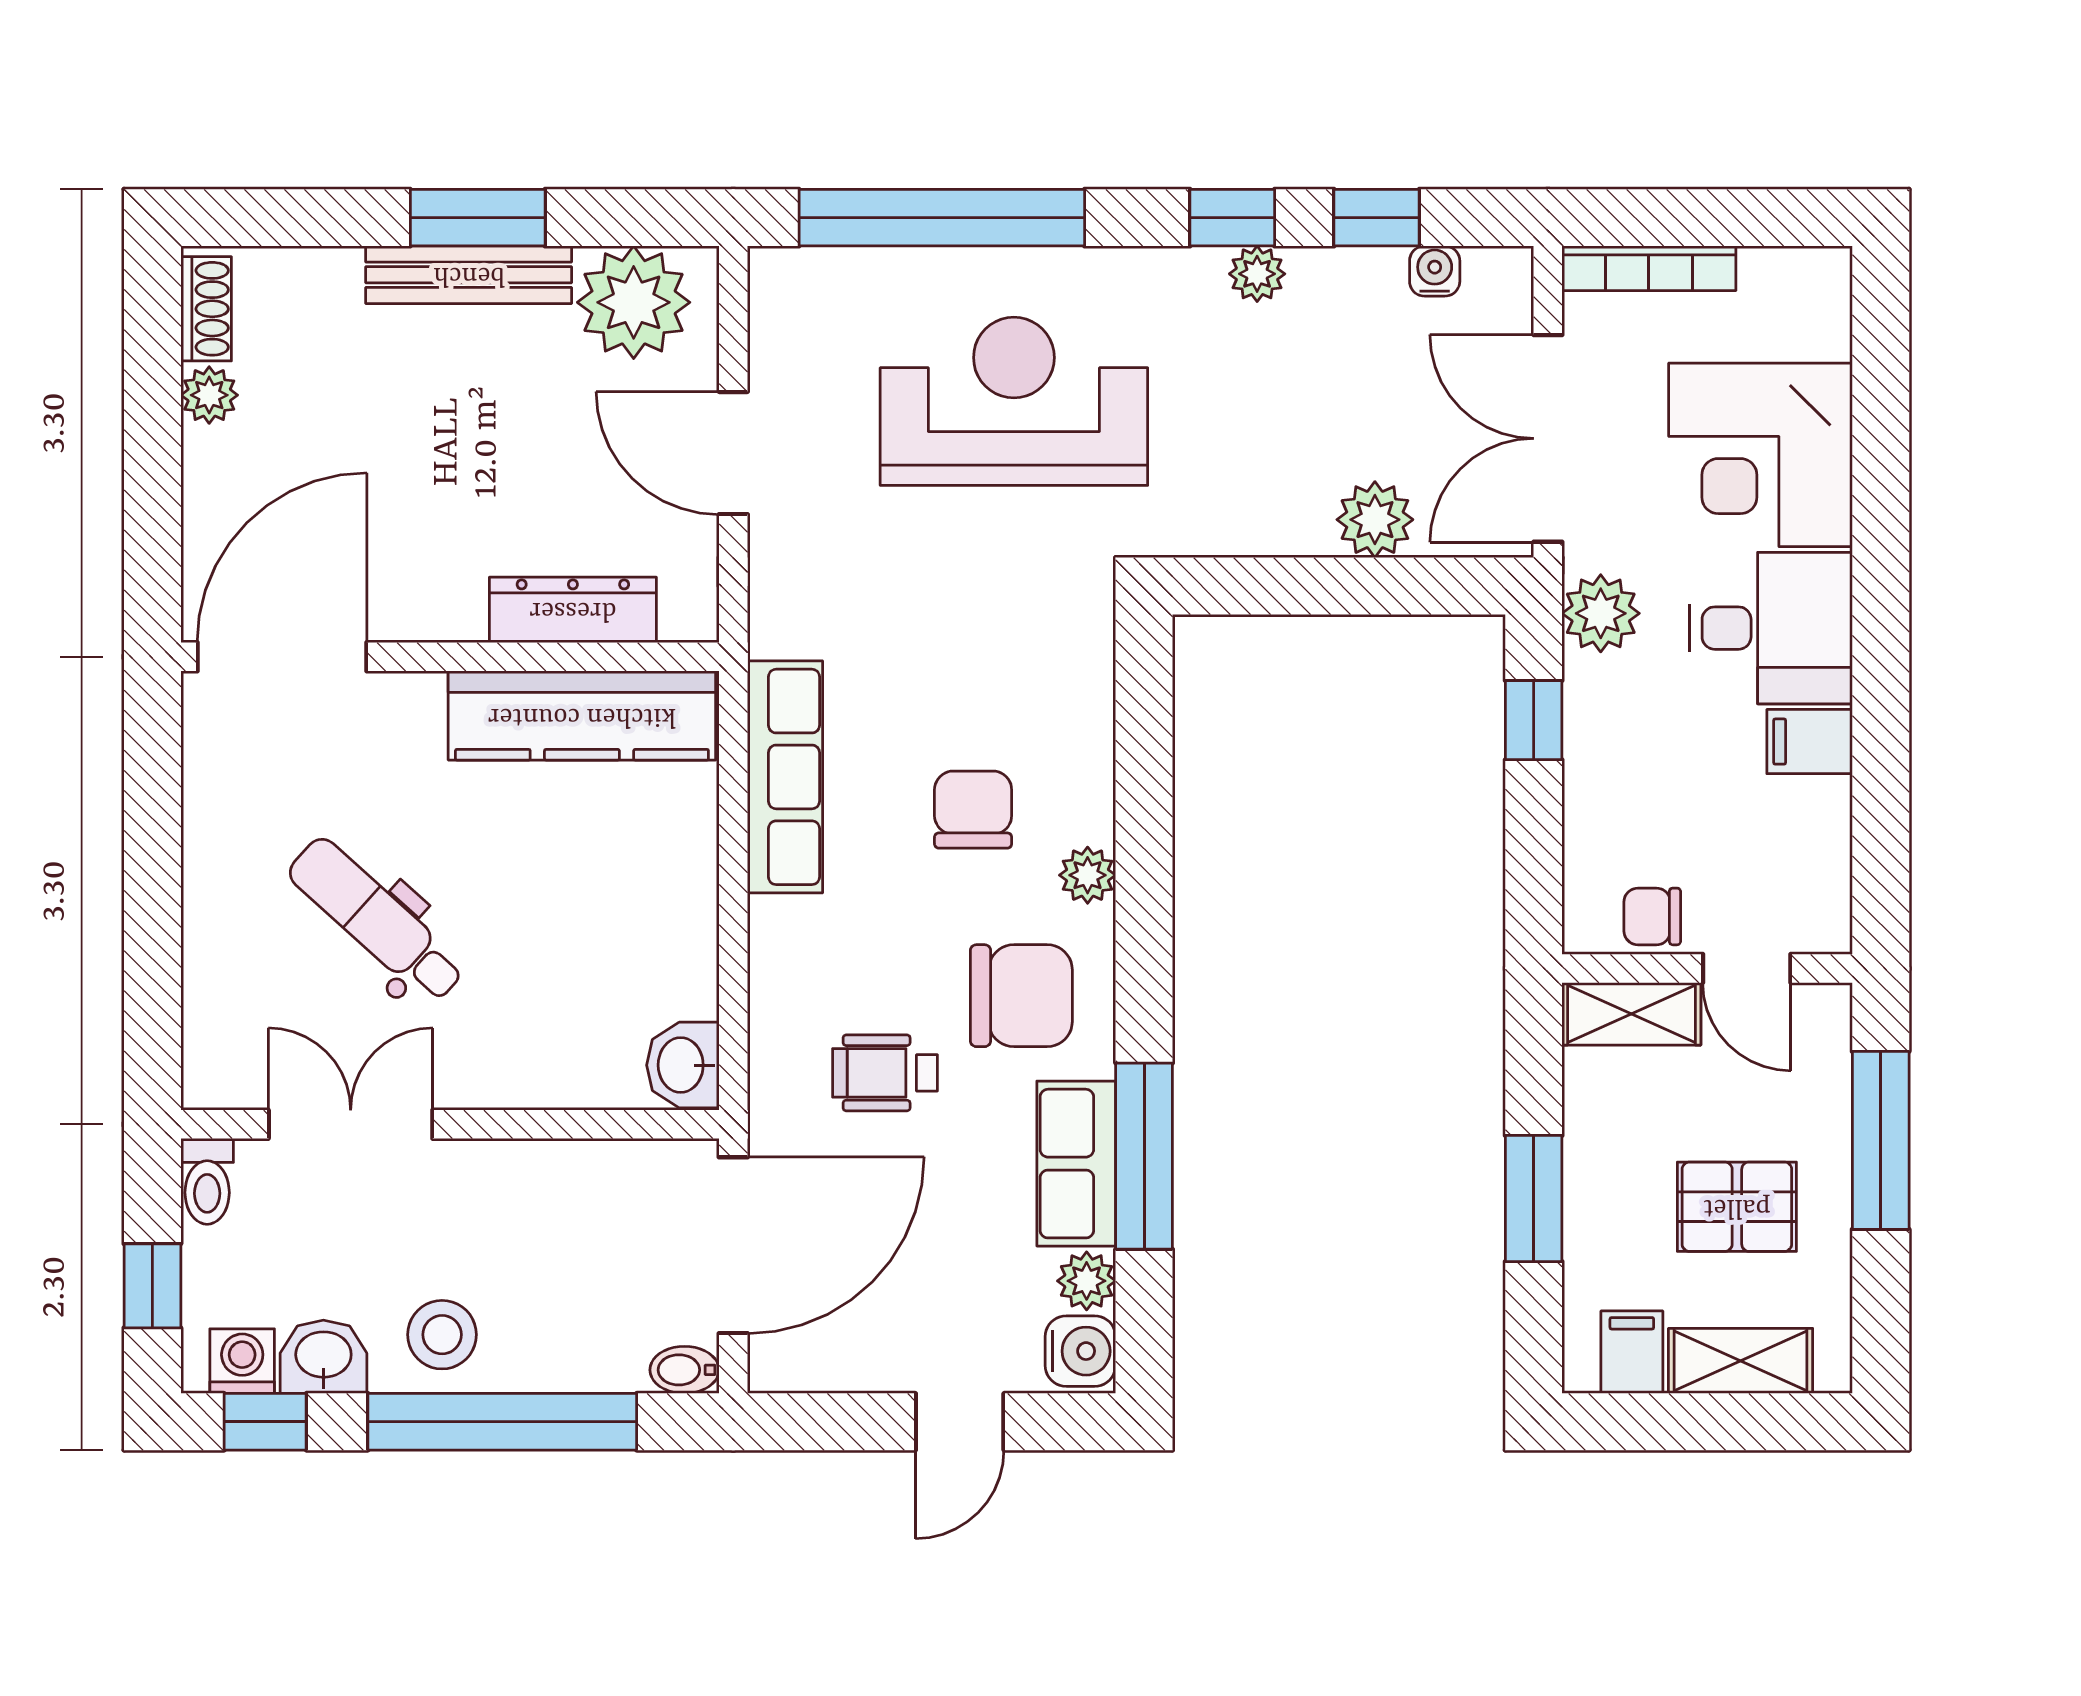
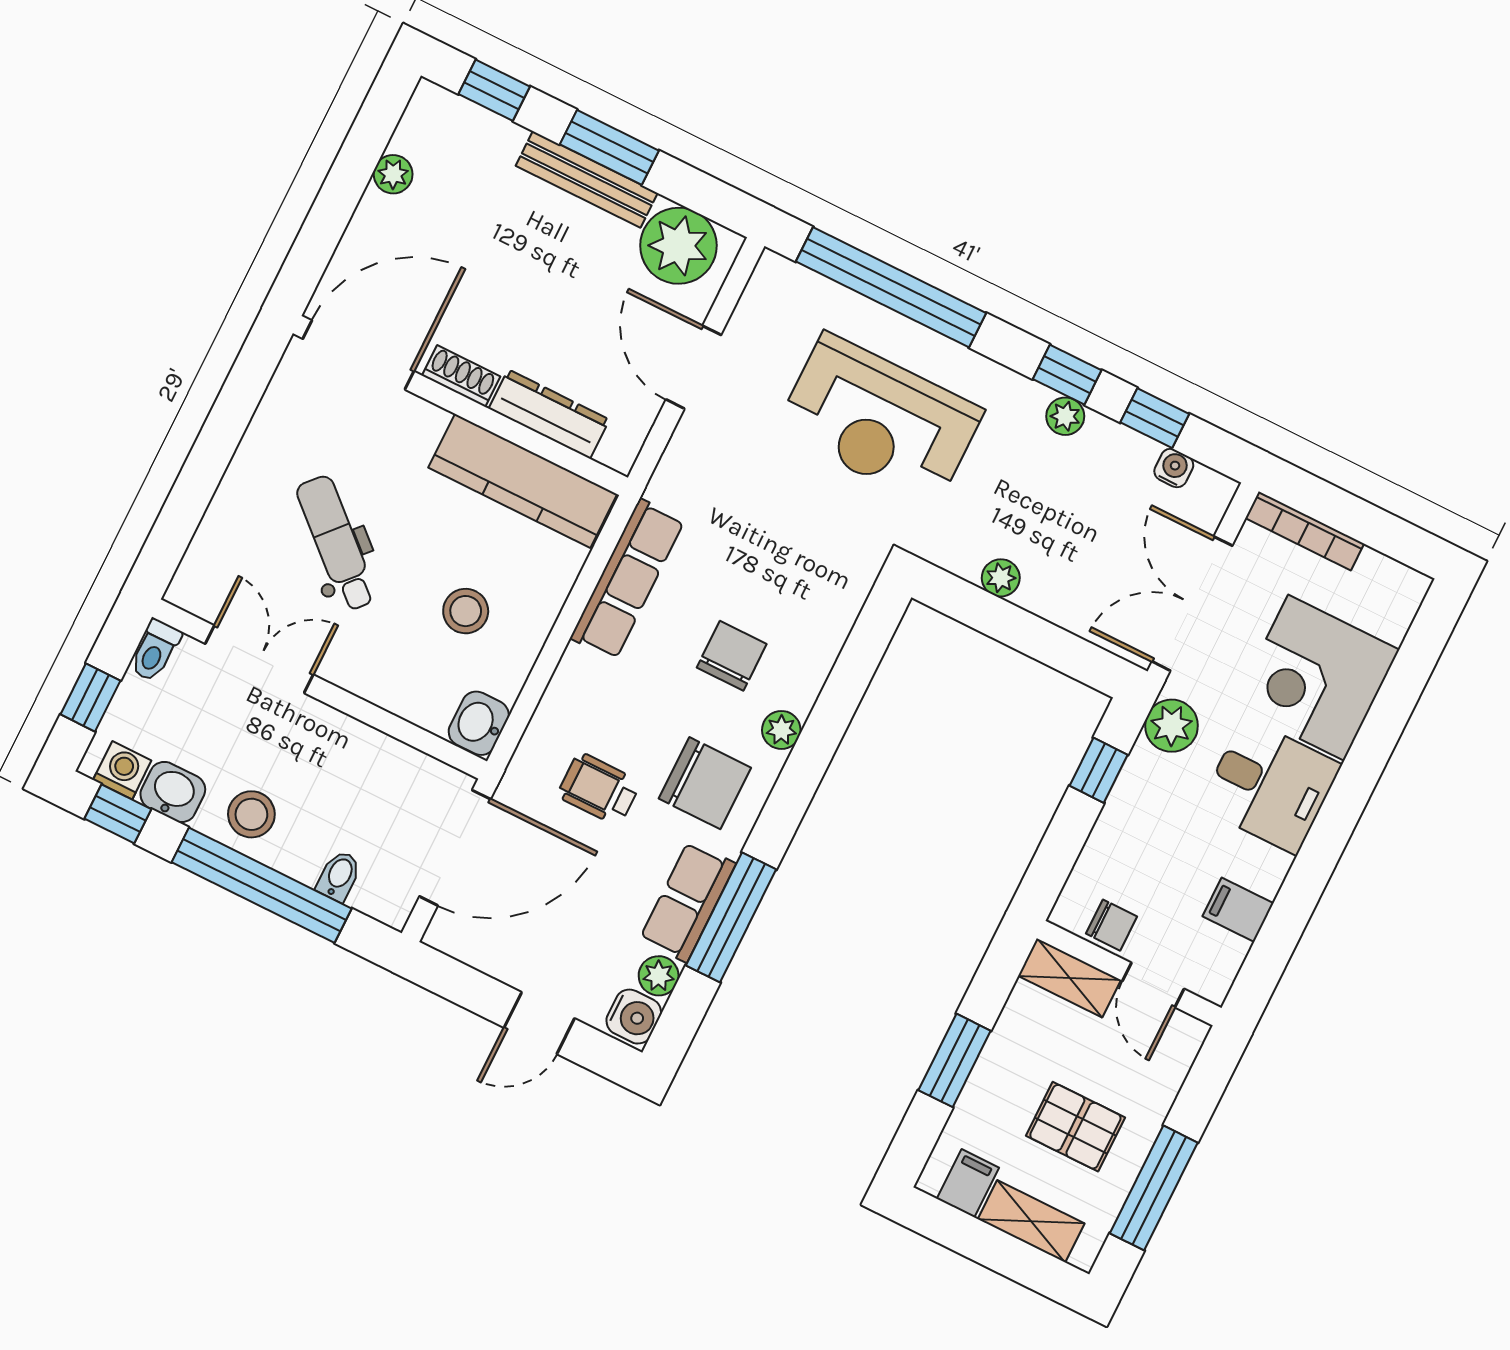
window: (288, 218) -> (494, 90), added
shoe rack: (206, 309) -> (461, 376), moved, turned -90
reception desk: (1014, 401) -> (879, 420), turned 180
plant: (1375, 520) -> (1001, 578), moved, width x0.73, depth x0.73
filing cabinet: (1810, 742) -> (1238, 910), moved
chair: (1652, 916) -> (1111, 925), turned 180
stool: (592, 925) -> (466, 611), added
window: (1881, 1140) -> (1154, 1188), moved
bidet: (684, 1370) -> (339, 876), moved, turned 90

